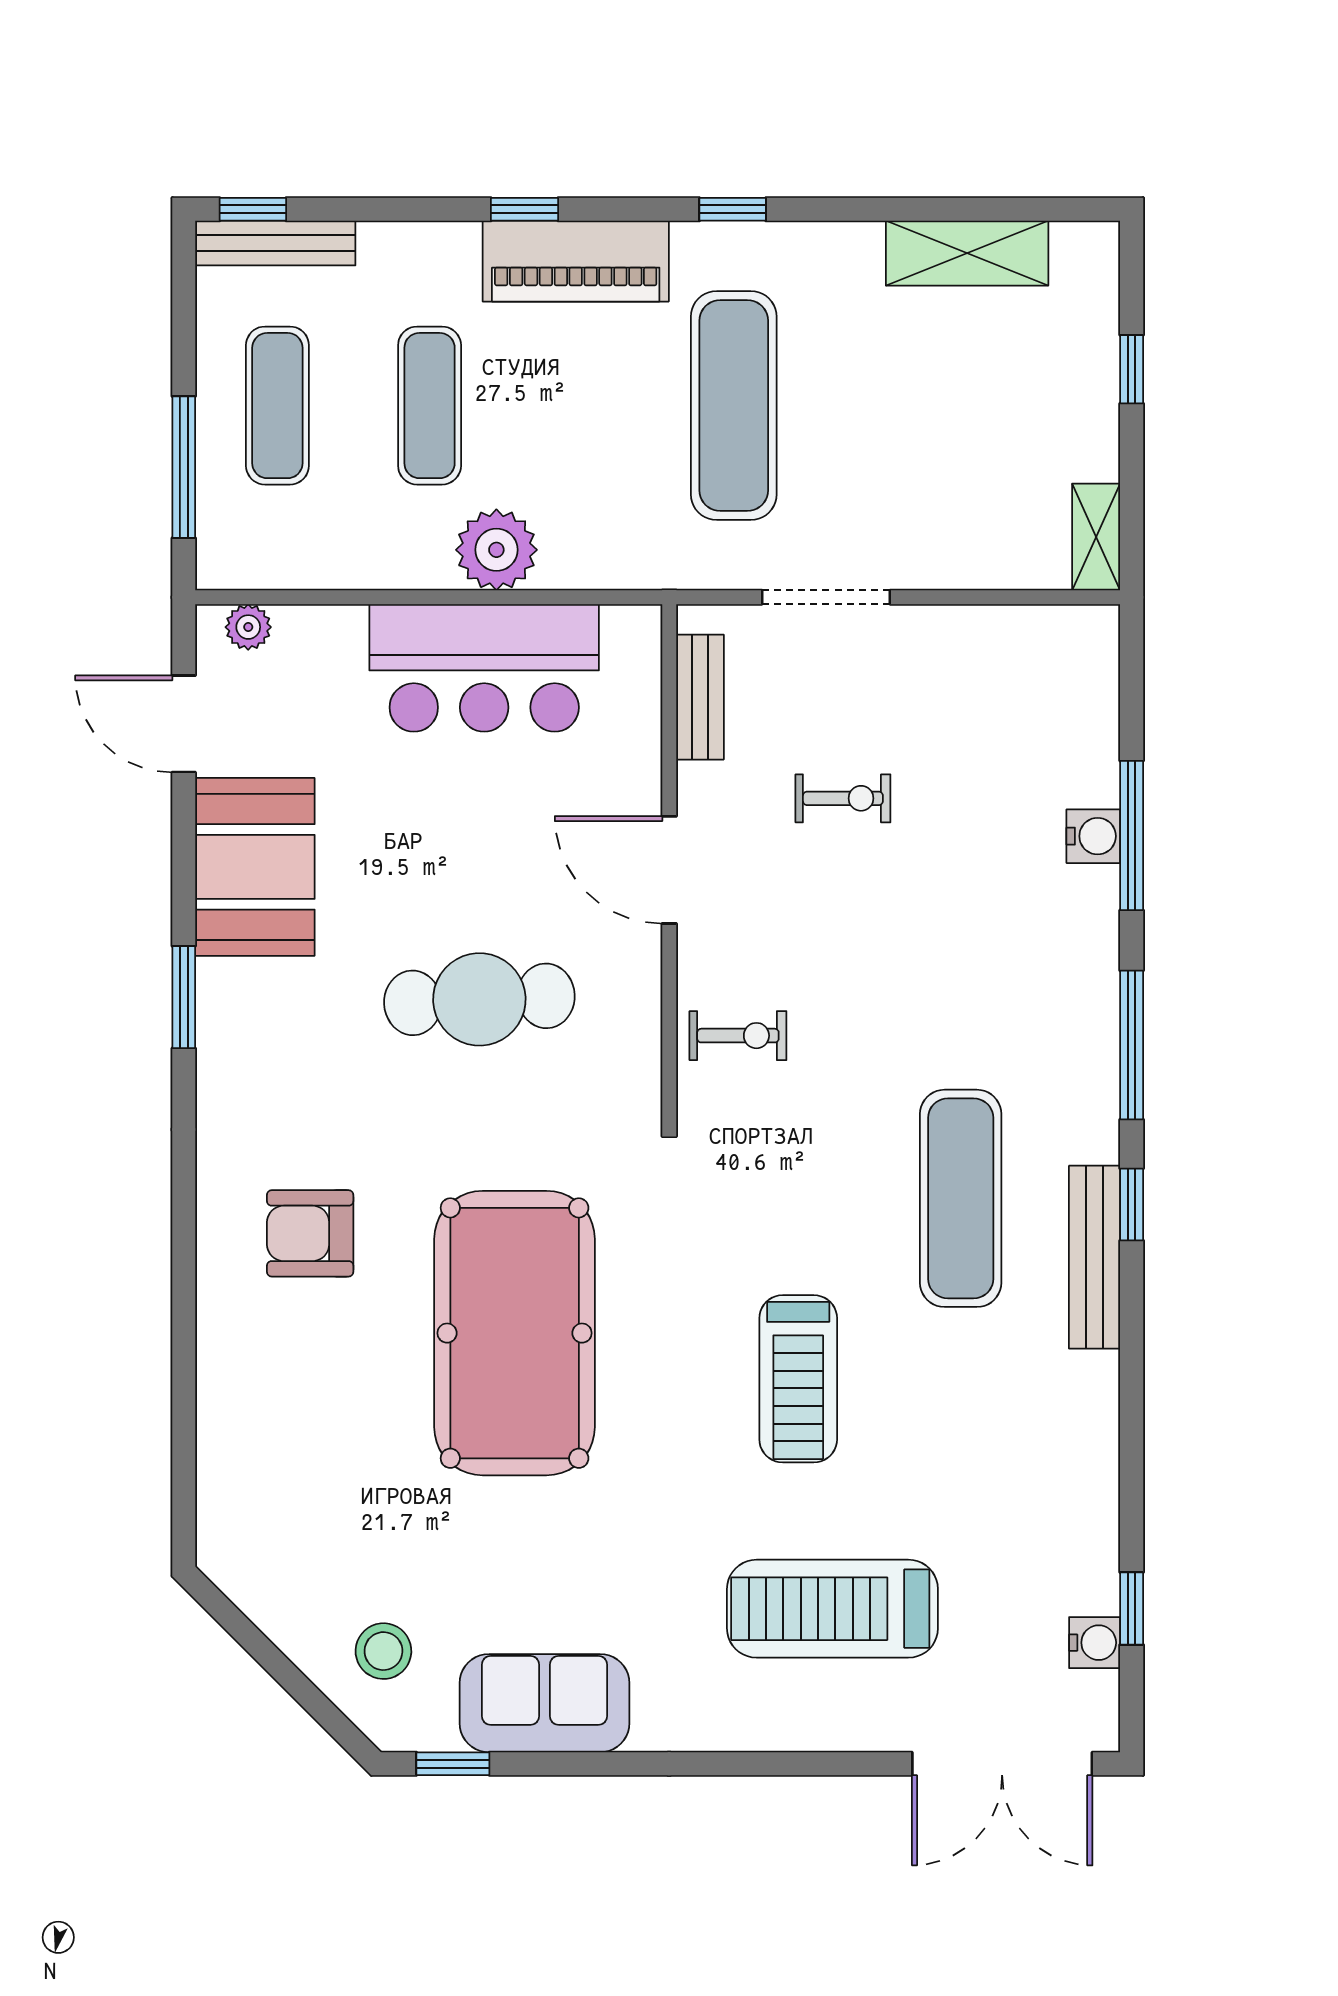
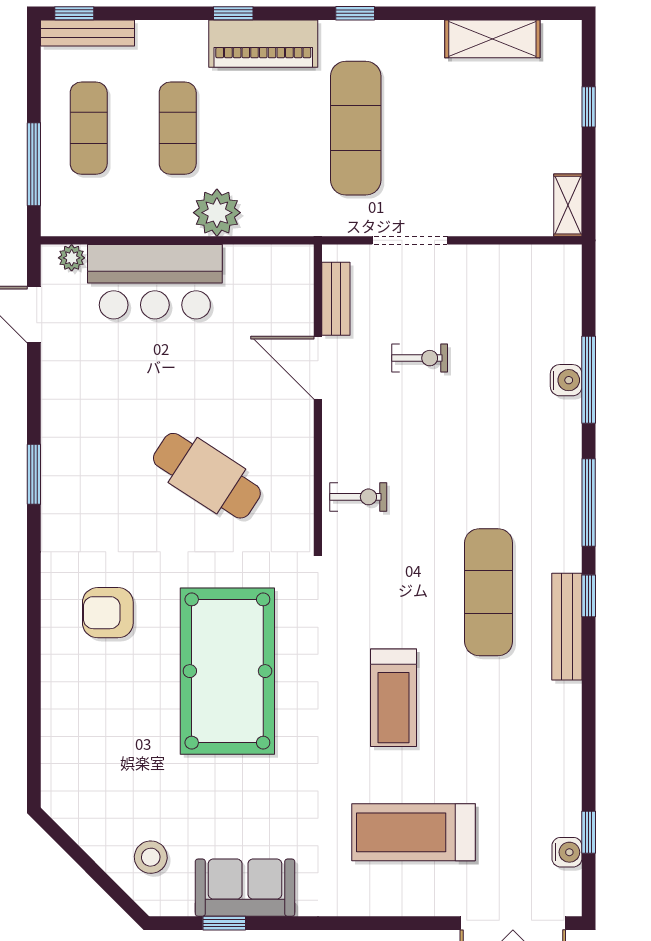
bar counter: (484, 668) -> (155, 282), moved
booth: (255, 867) -> (76, 398), removed
door: (669, 870) -> (318, 368), moved
cafe table: (479, 999) -> (207, 476), turned 36
window: (453, 1764) -> (224, 923), moved

